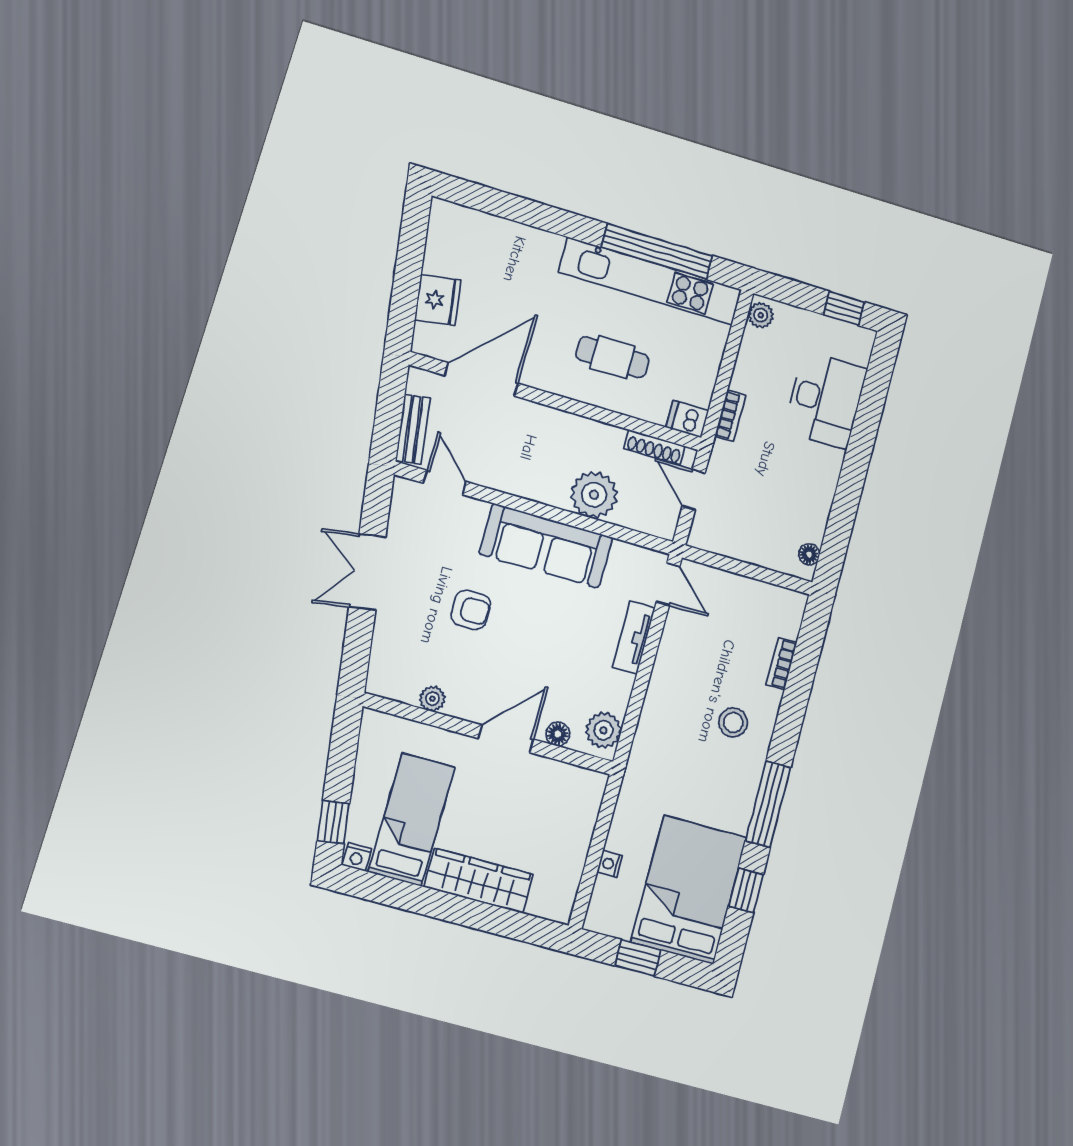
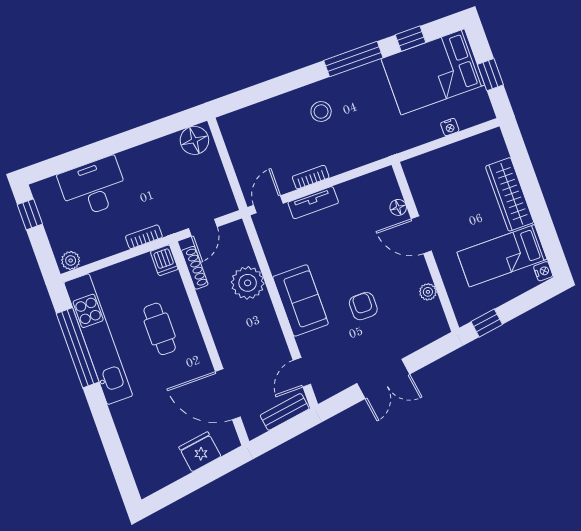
sofa: (546, 546) -> (301, 300), width x0.73
floor lamp: (809, 554) -> (194, 140), width x1.89, depth x1.89
bookcase: (782, 663) -> (311, 177), moved, turned 180
plant: (603, 730) -> (378, 183), removed
window: (333, 822) -> (487, 323), moved

